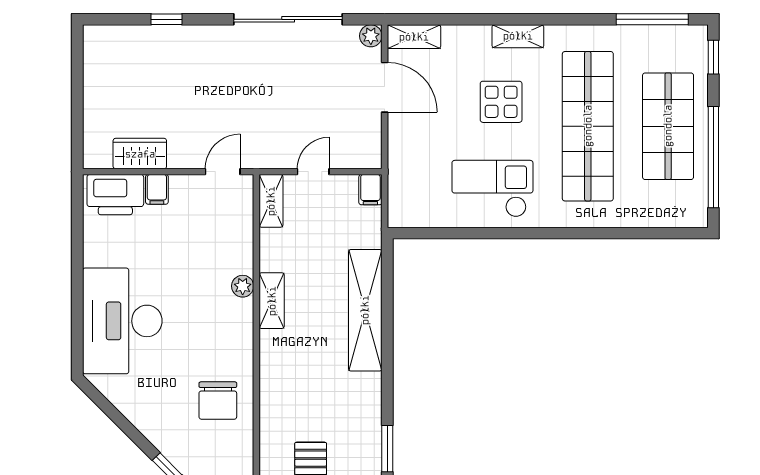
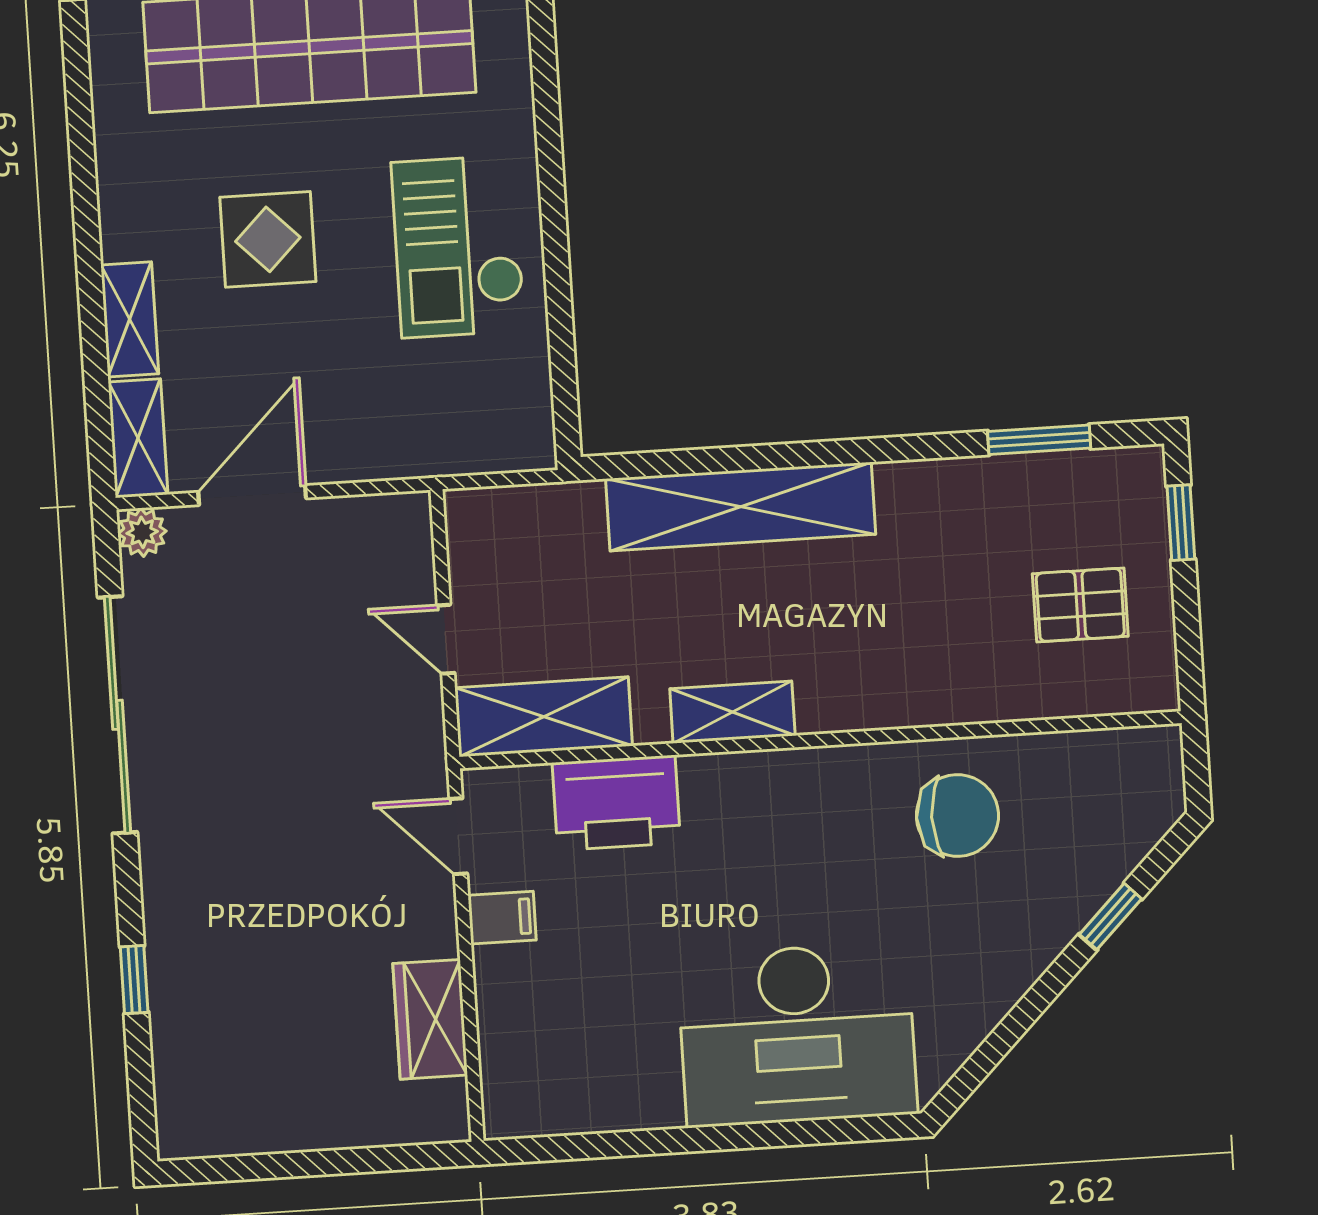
shelving: (518, 36) -> (130, 319), moved
filing cabinet: (157, 189) -> (502, 918), moved
filing cabinet: (370, 190) -> (477, 512), removed
printer: (115, 195) -> (616, 803), moved, turned 90
shelving: (271, 201) -> (544, 717), width x1.50, depth x1.33
plant: (243, 286) -> (705, 777), removed

